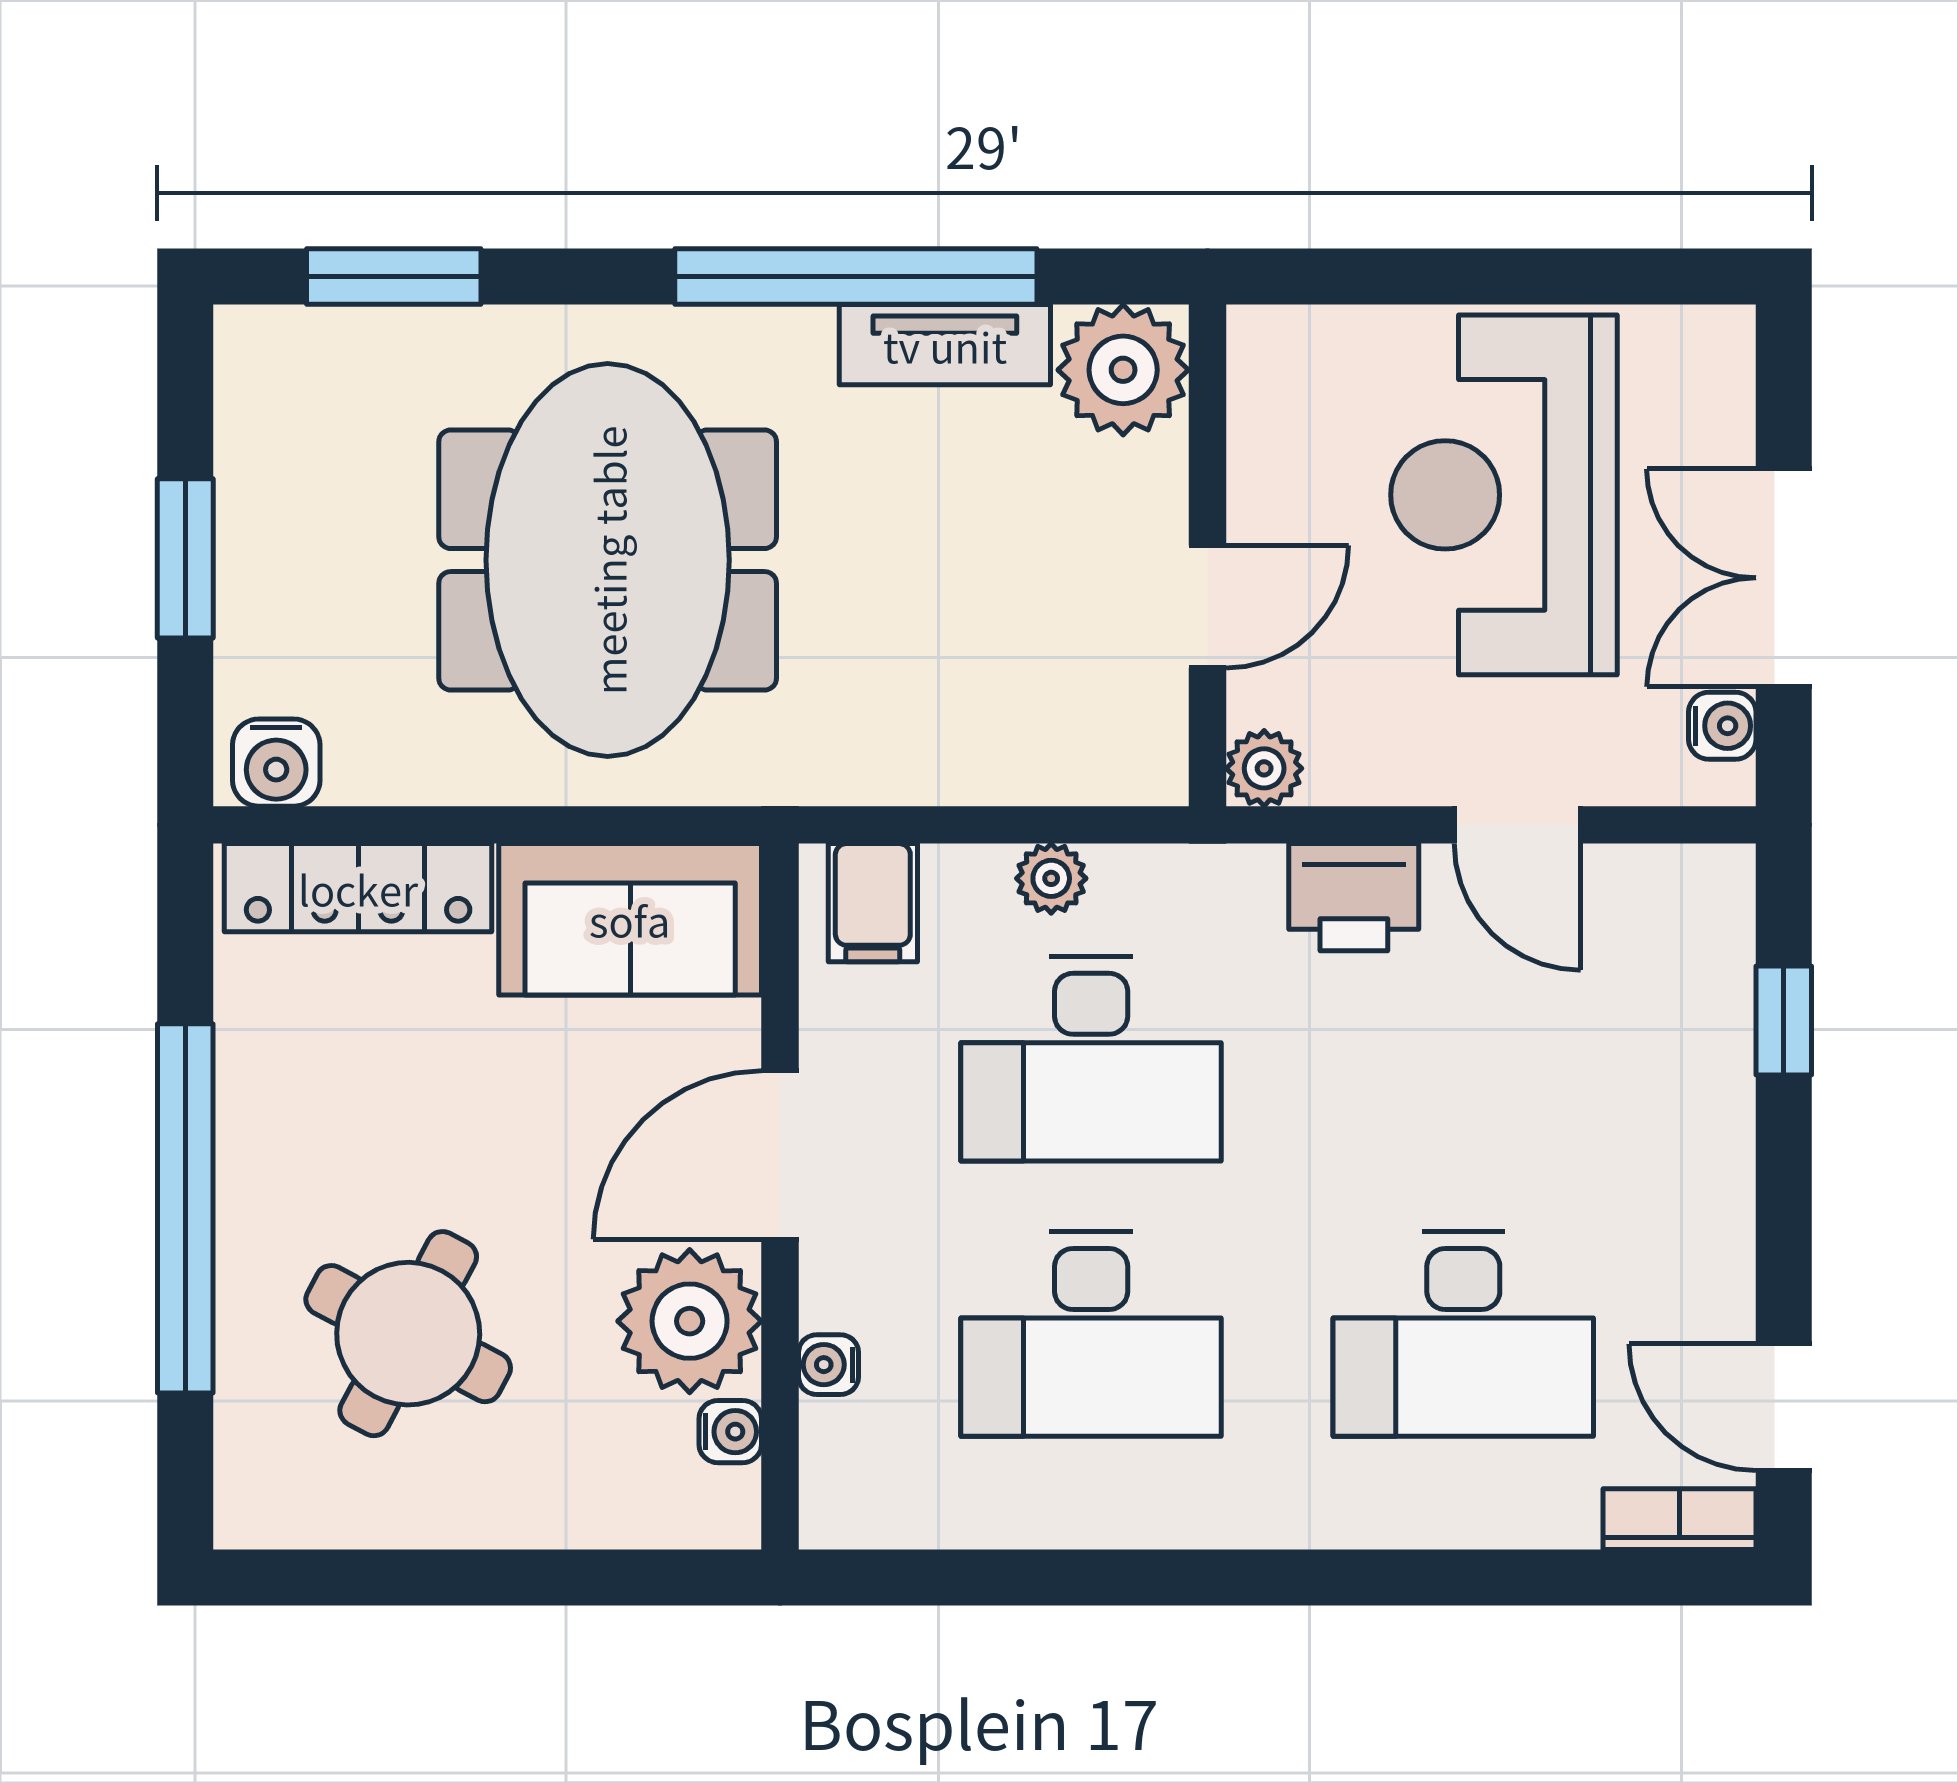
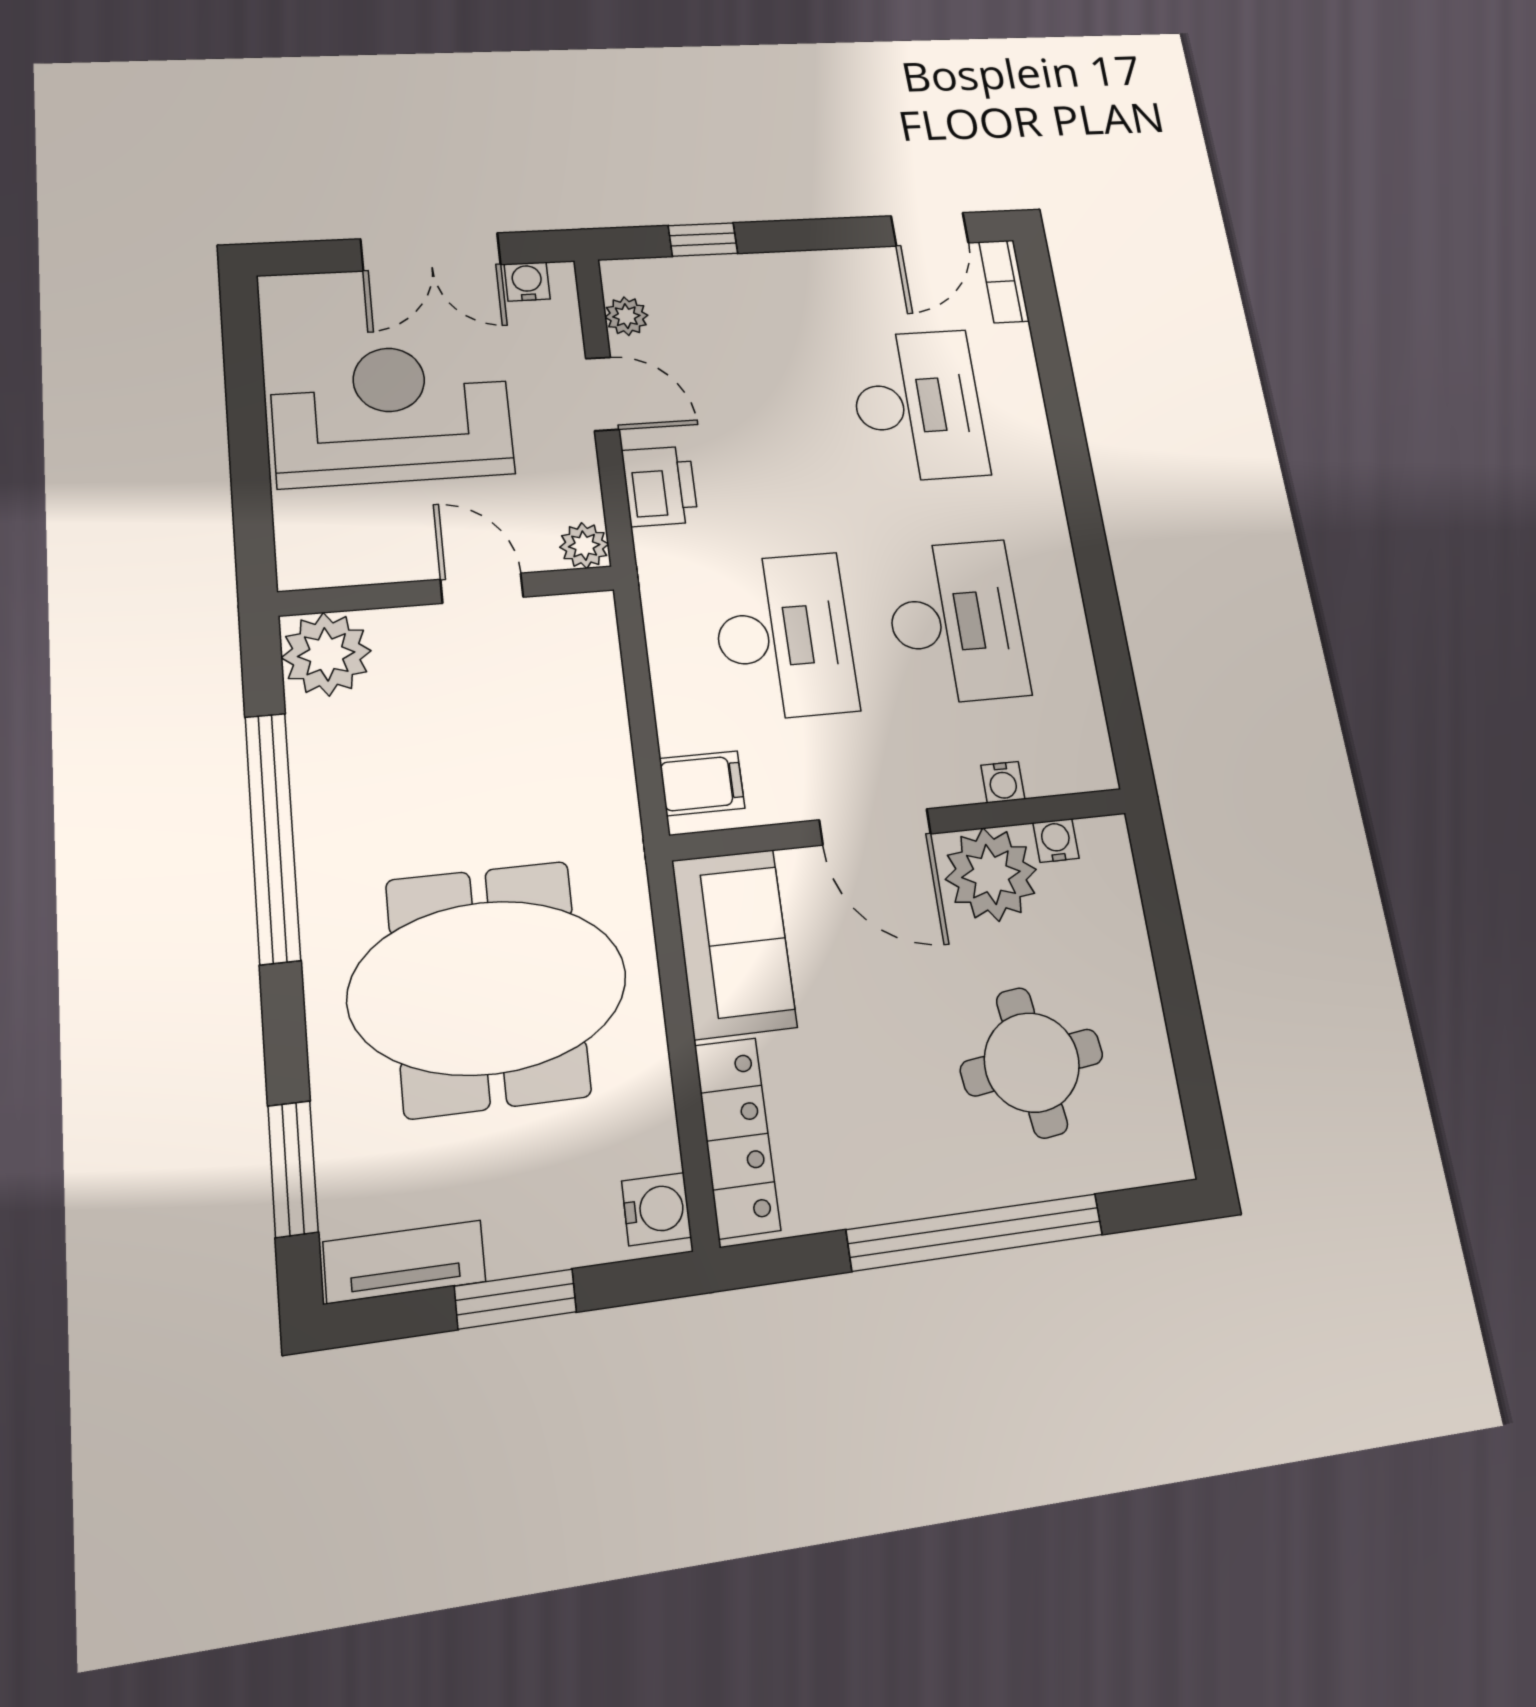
tv unit: (945, 345) -> (405, 1262), moved, turned -90
reception desk: (1504, 495) -> (392, 414), turned 180
door: (1517, 825) -> (602, 394), hinge flipped
plant: (1051, 878) -> (626, 316), moved
round table: (408, 1334) -> (1032, 1062), turned -35

